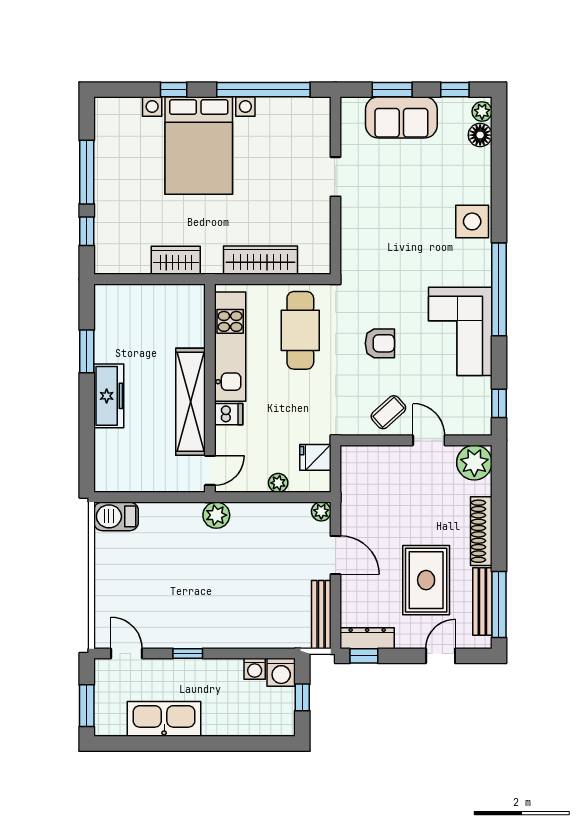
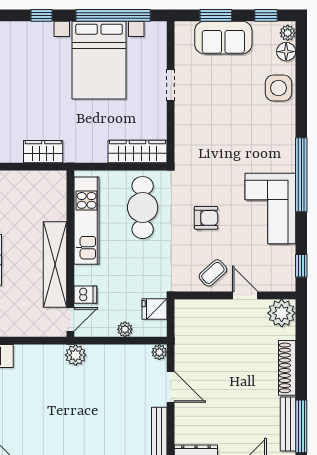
bed with nightstands: (199, 146) -> (99, 60), moved
side table: (472, 221) -> (278, 88), moved
wardrobe: (260, 260) -> (138, 152), moved
dishwasher: (229, 414) -> (85, 295), moved
rug: (426, 580) -> (243, 407), removed

